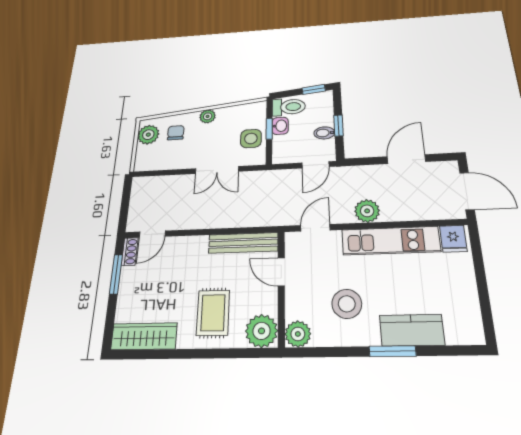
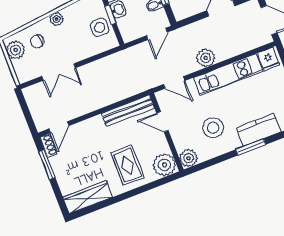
chair: (176, 133) -> (37, 41), turned -92
double door: (217, 170) -> (58, 72), moved
door: (315, 228) -> (174, 82), swing flipped

